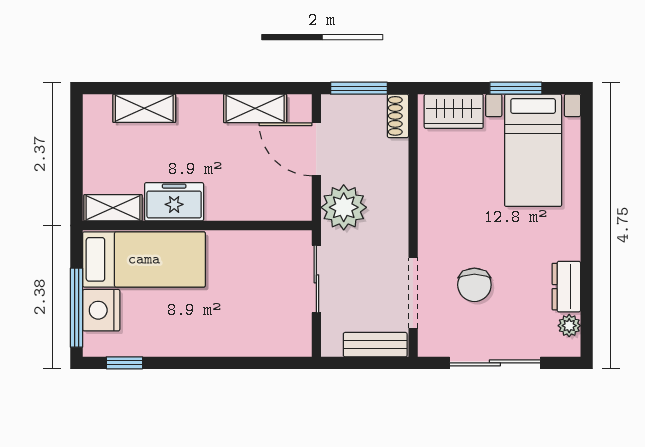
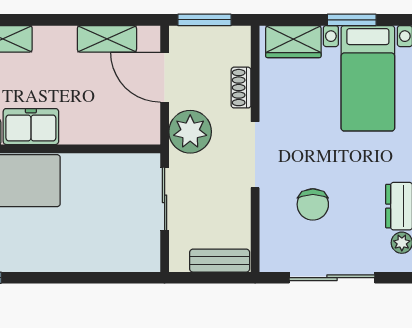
shoe rack: (398, 116) -> (241, 88), moved
doorway: (413, 293) -> (255, 155), moved

